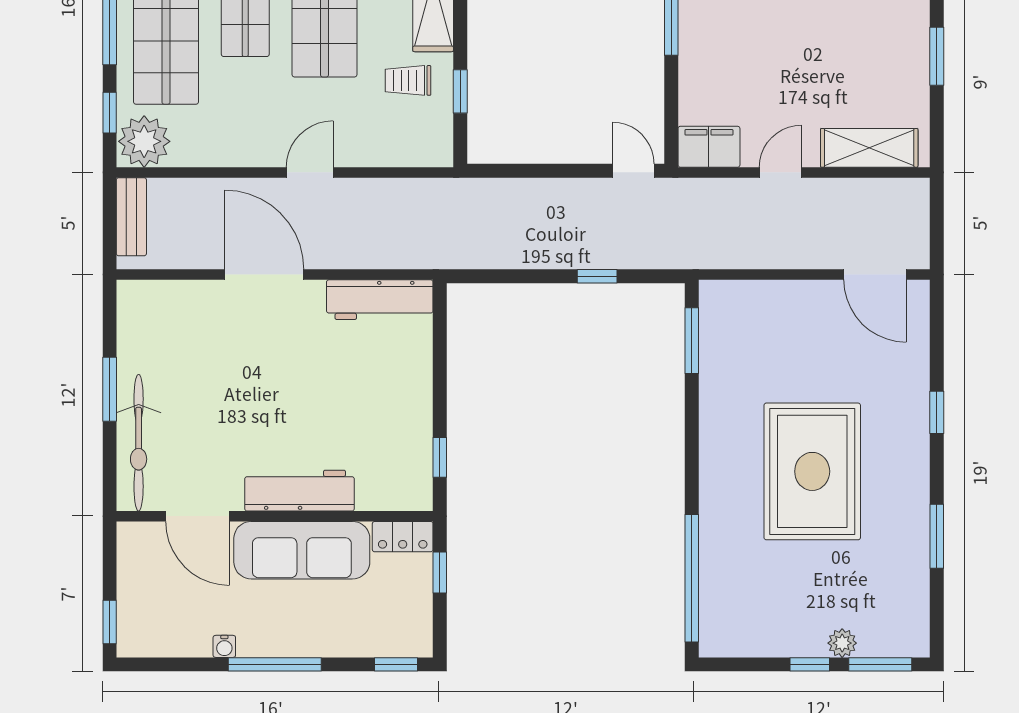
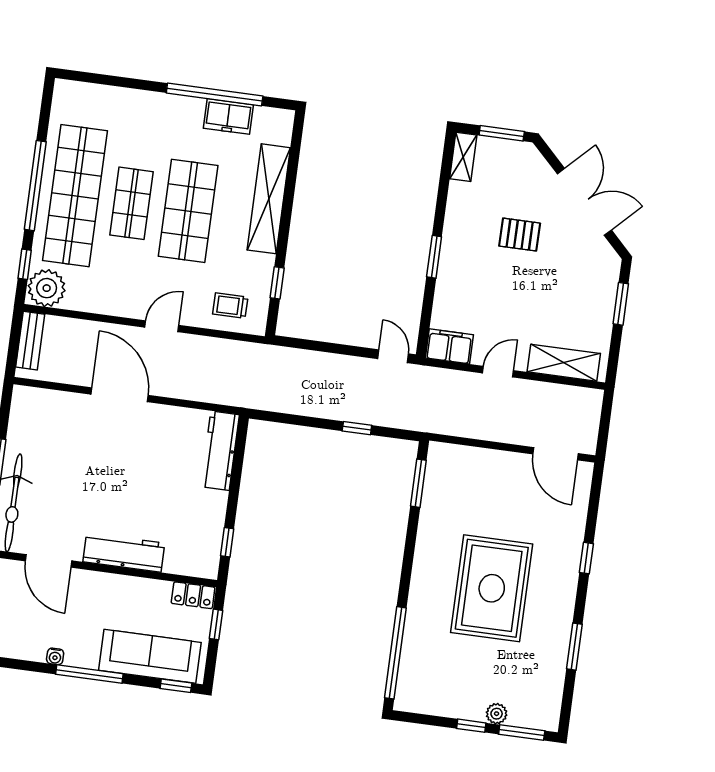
trolley: (408, 80) -> (230, 306), moved
workbench: (380, 300) -> (220, 451), moved, turned 90
sofa: (302, 550) -> (150, 656), moved, turned 180

